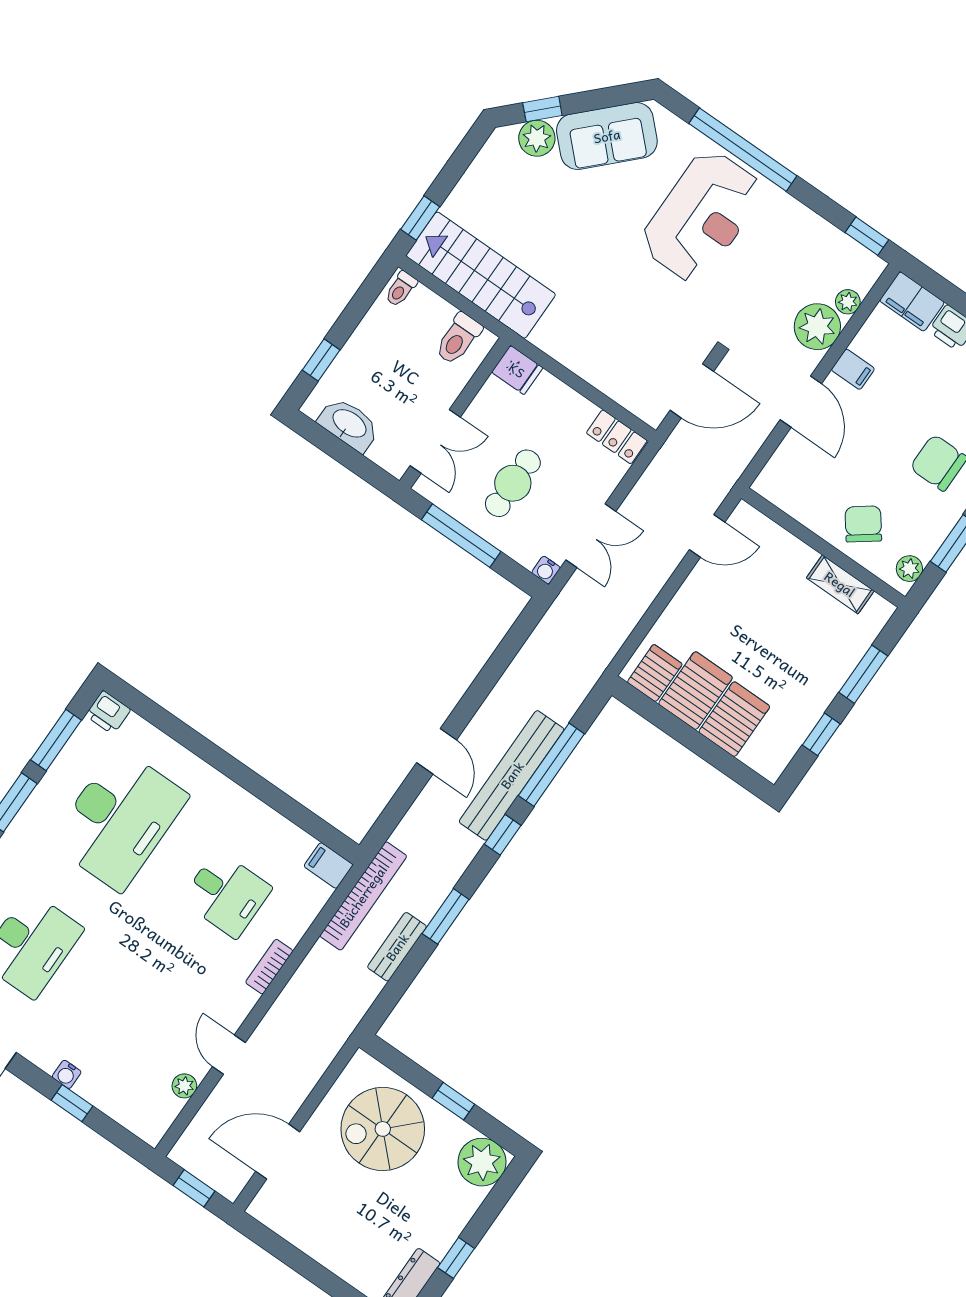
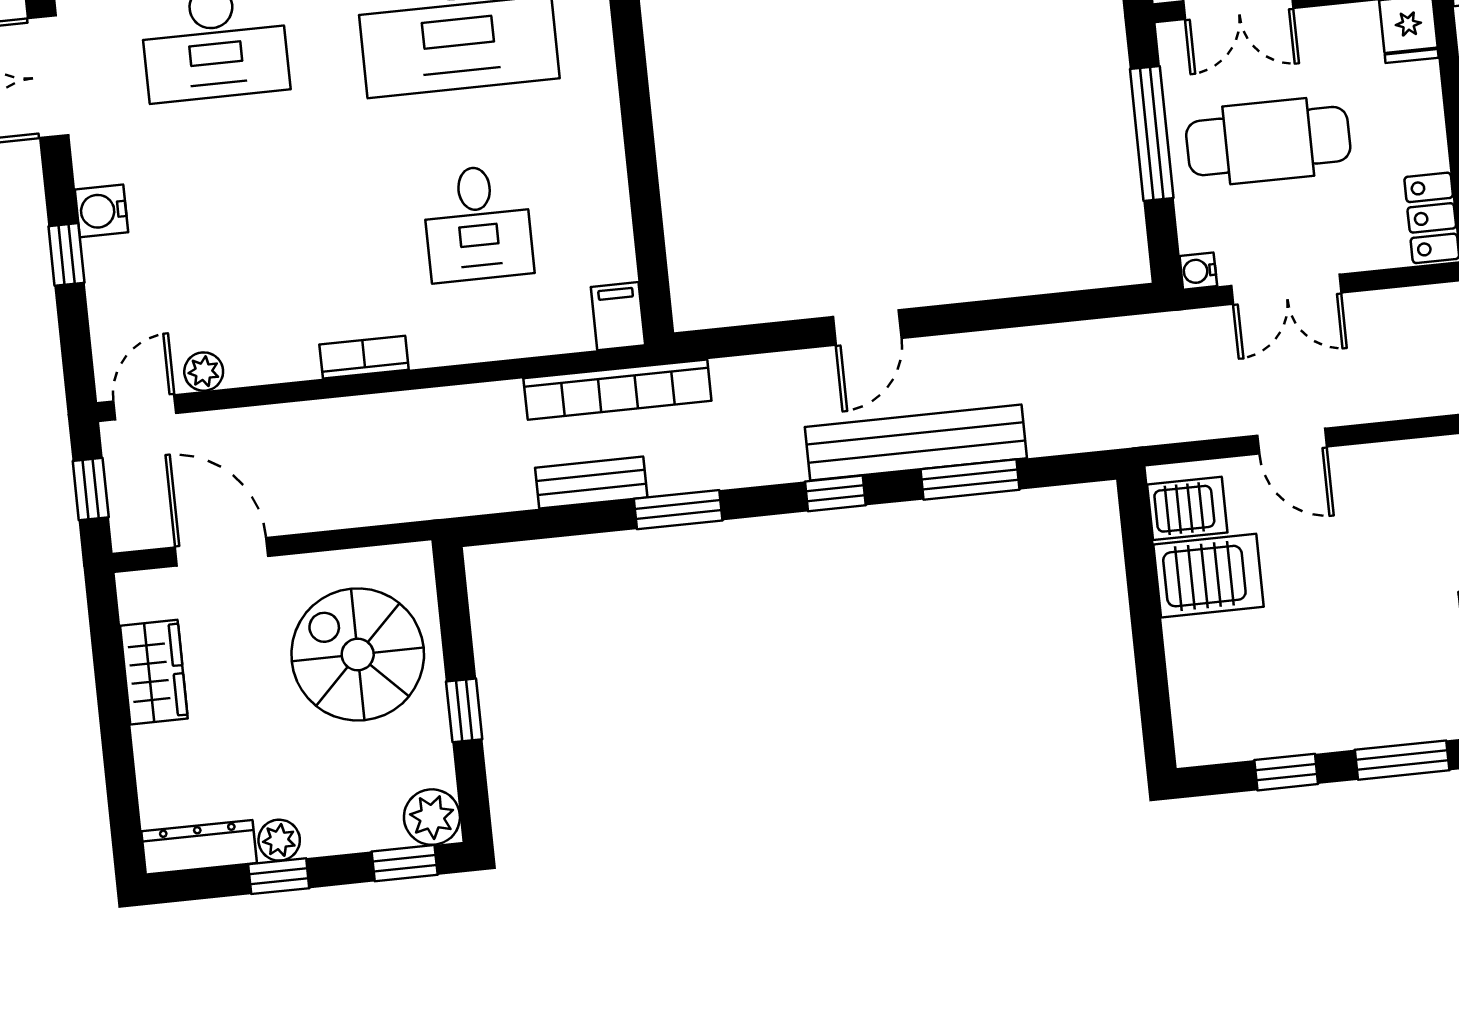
cafe table: (513, 483) -> (1268, 141), width x1.37, depth x1.35
door: (707, 536) -> (1292, 441), moved
server rack: (734, 719) -> (1214, 652), removed
window: (551, 765) -> (970, 479), width x0.69
bookcase: (269, 967) -> (364, 357), moved
door: (229, 1055) -> (145, 407), moved
water cooler: (67, 1074) -> (101, 211), width x1.38, depth x1.38
plant: (482, 1162) -> (432, 817), width x0.73, depth x0.73
window: (502, 1192) -> (405, 863), added
wardrobe: (307, 1233) -> (154, 672), added
plant: (439, 1243) -> (279, 840), added

